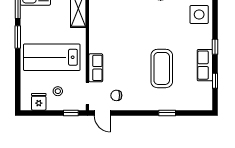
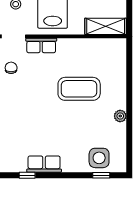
window: (215, 47) -> (101, 175), moved
coffee table: (162, 68) -> (79, 89), moved

